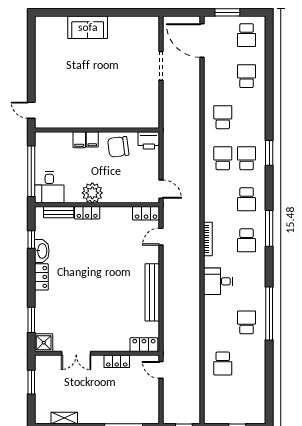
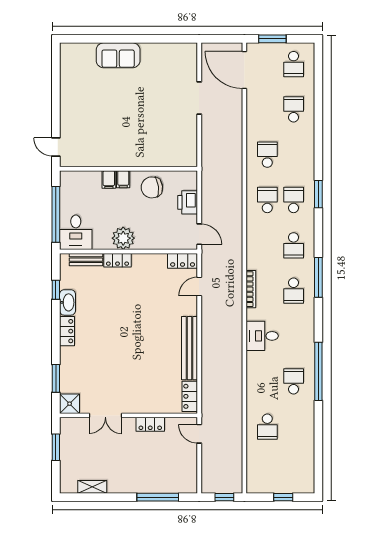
printer: (149, 140) -> (188, 202), moved, turned 90
locker: (144, 345) -> (190, 396), moved, turned -90

